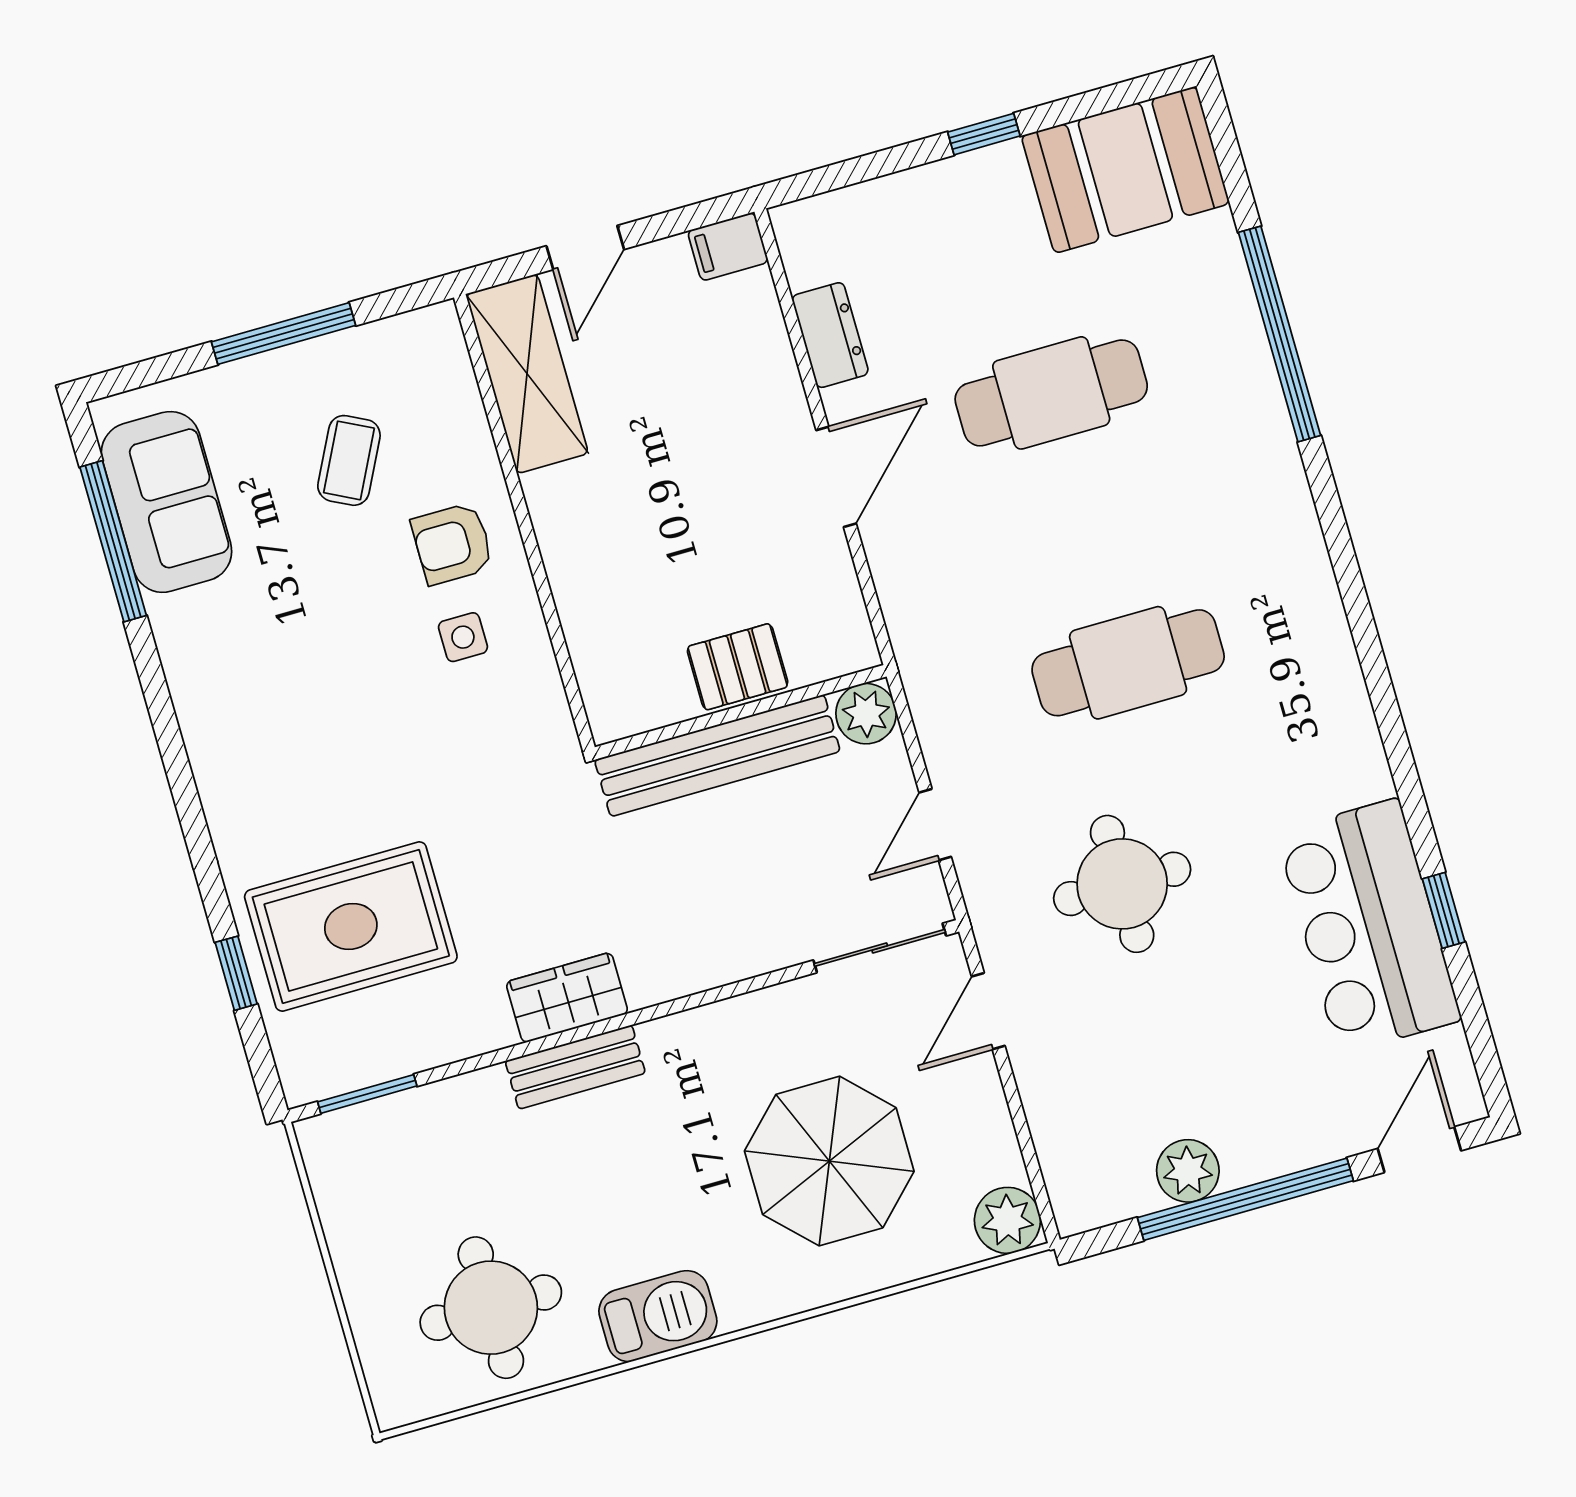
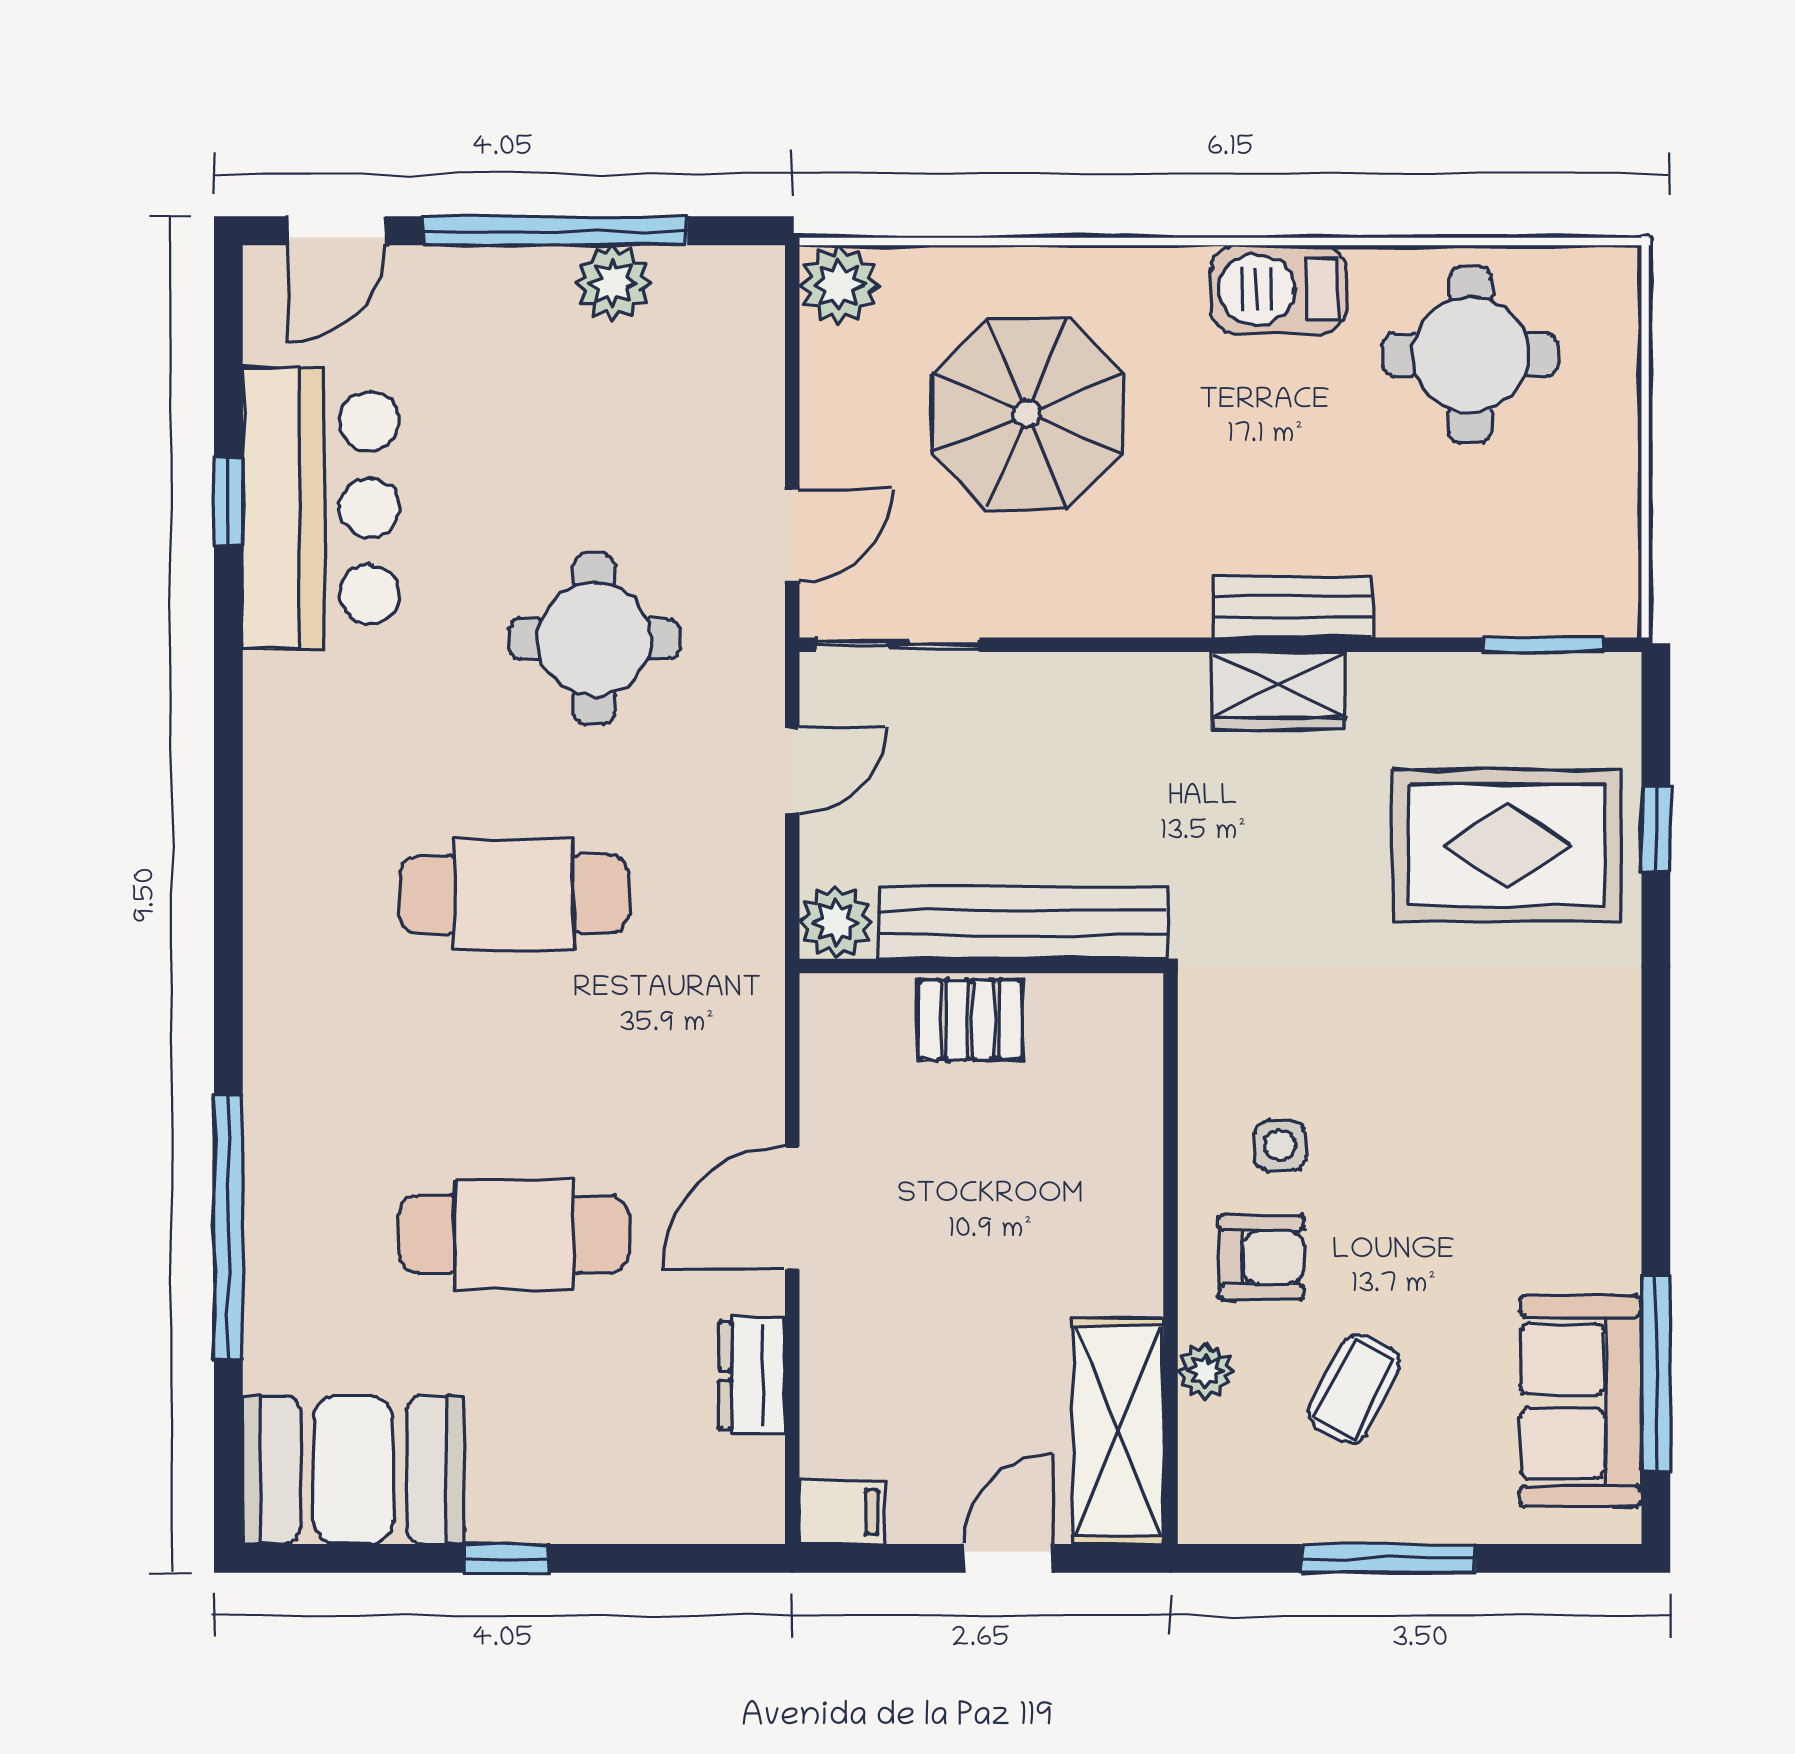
plant: (471, 441) -> (1205, 1371), added

